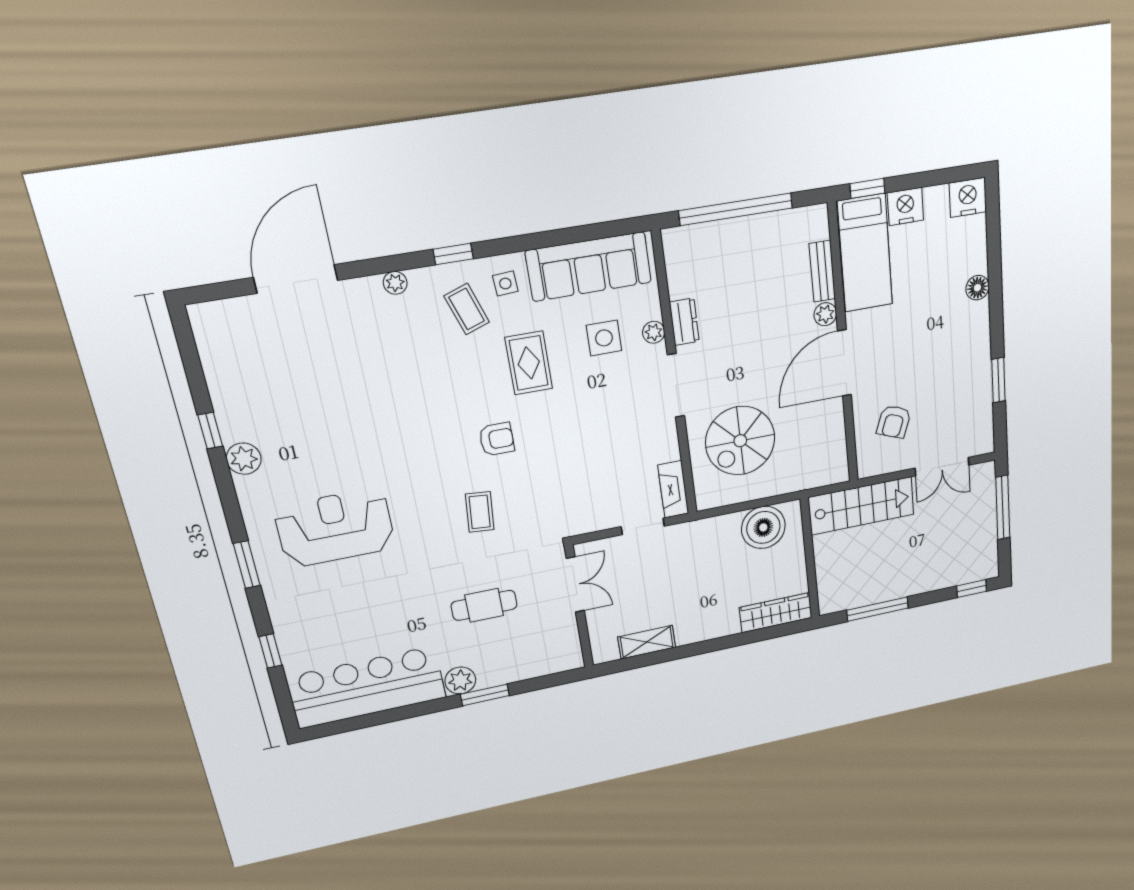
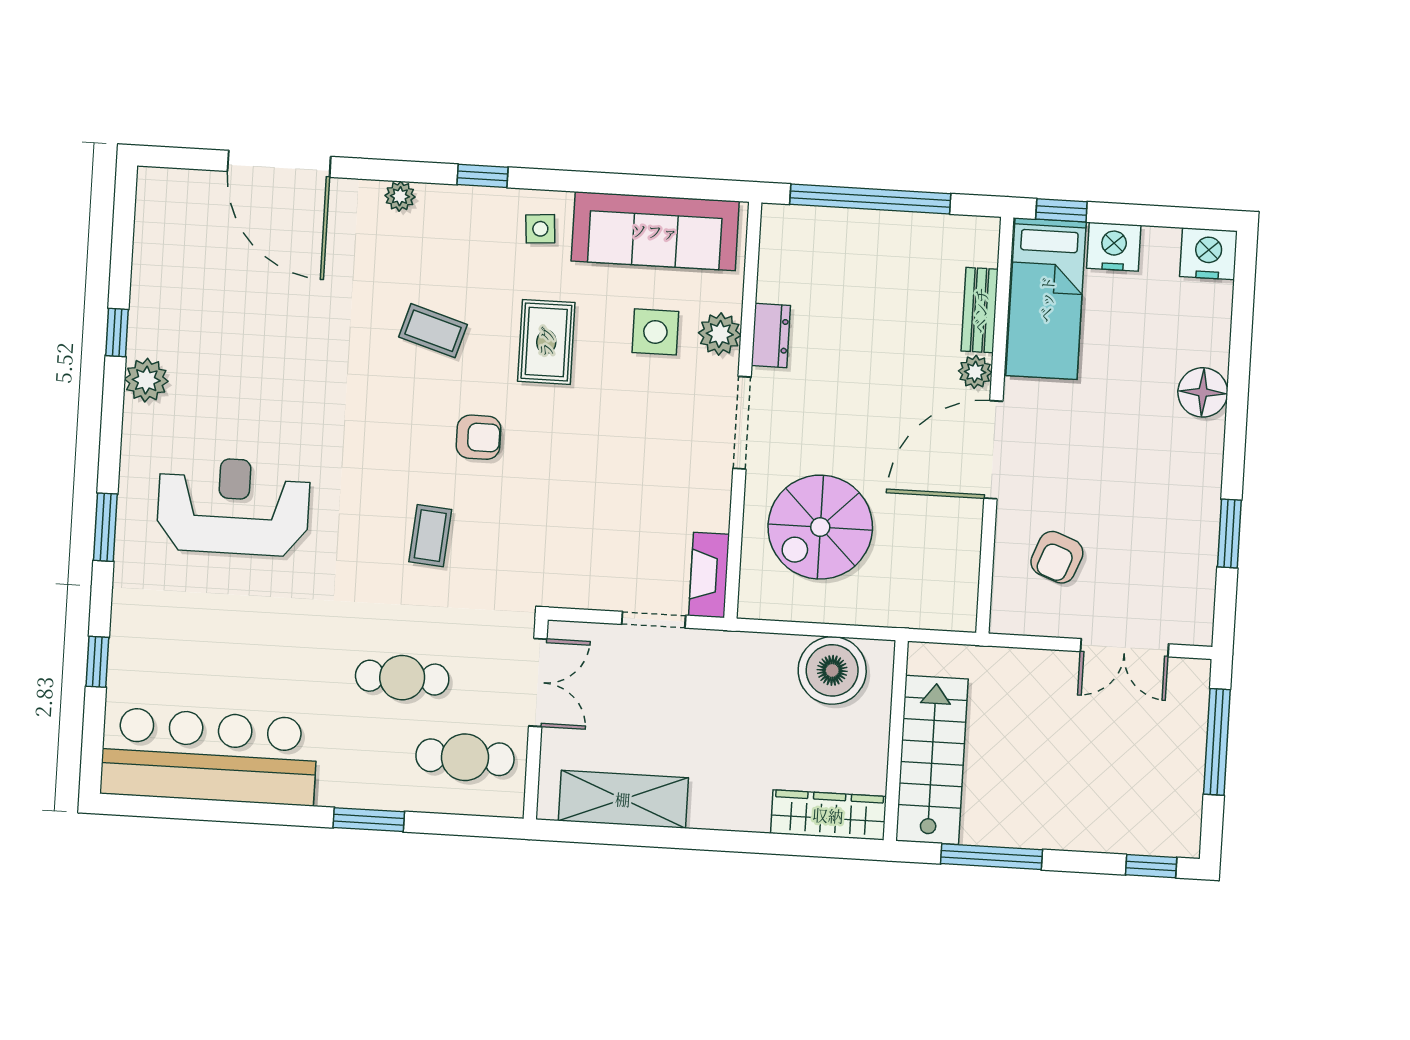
door: (296, 279) -> (279, 164), swing flipped
floor lamp: (977, 288) -> (1203, 392), width x1.38, depth x1.38
coffee table: (467, 309) -> (433, 331), moved, turned -54
plant: (654, 332) -> (720, 334), width x1.38, depth x1.38
stairs: (861, 506) -> (932, 760), moved, turned -90
cafe table: (538, 642) -> (465, 757), added
shelving: (647, 642) -> (623, 799), width x1.50, depth x1.33
plant: (460, 681) -> (340, 786), removed

